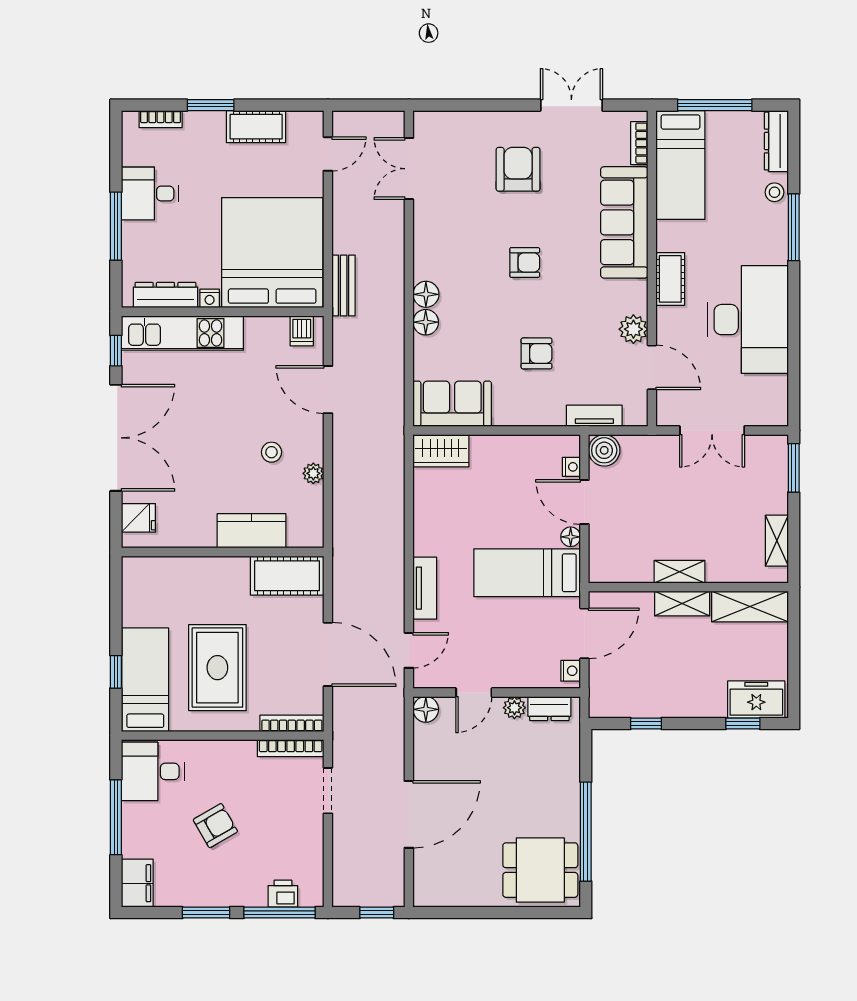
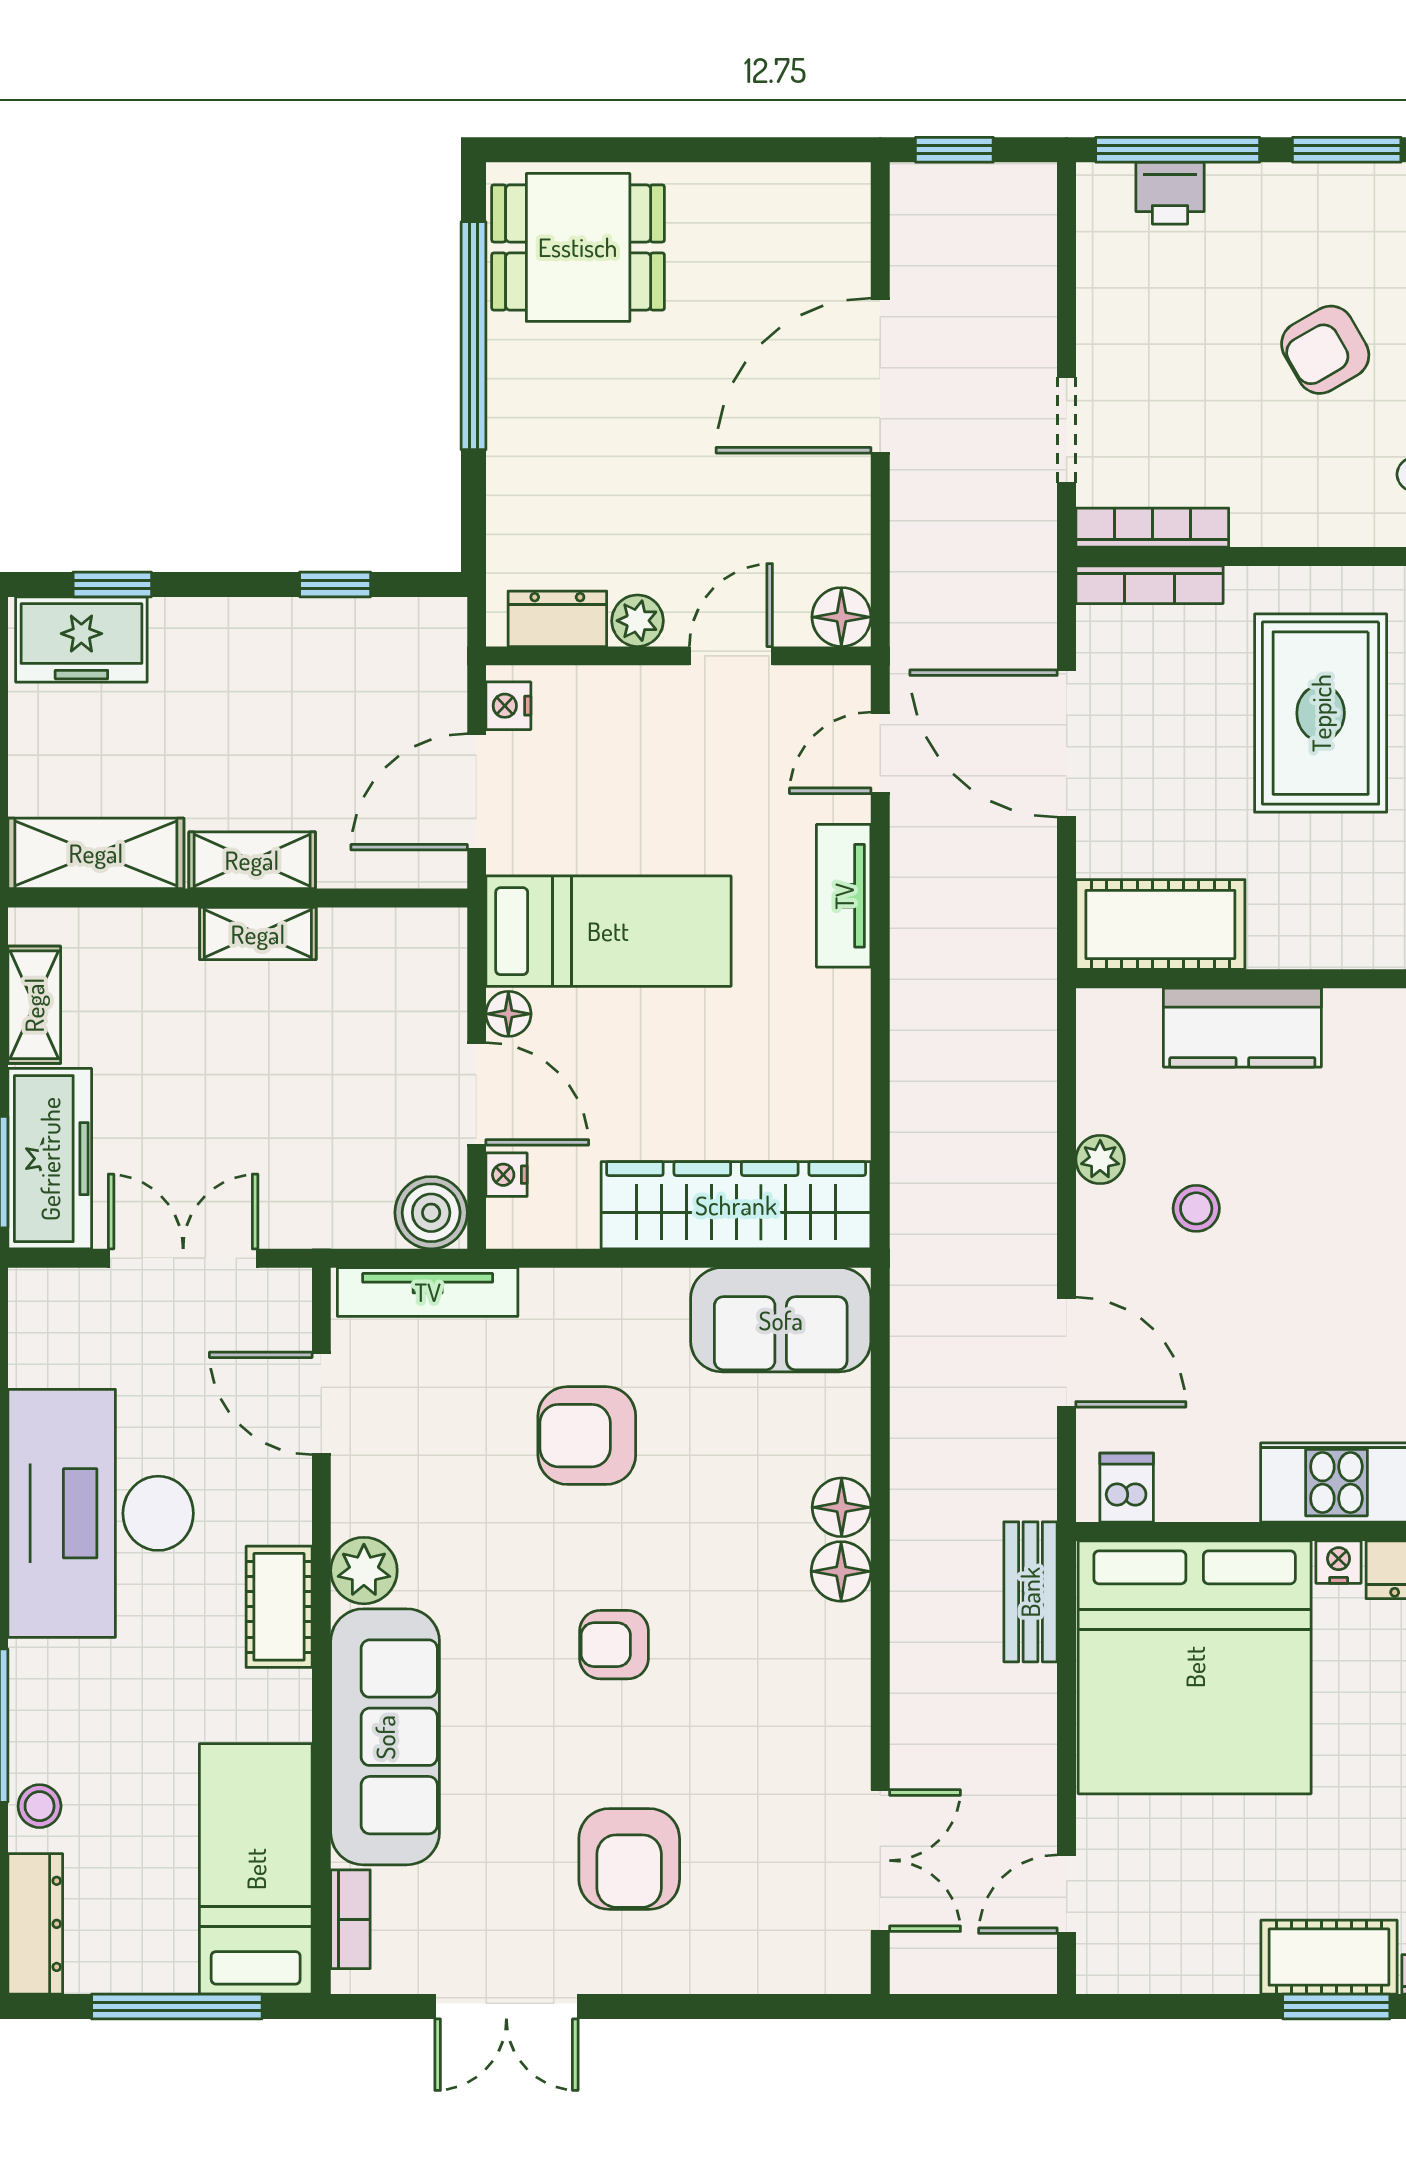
cot: (256, 127) -> (1329, 1957), moved
plant: (633, 329) -> (364, 1571), moved
armchair: (537, 353) -> (587, 1436), width x1.38, depth x1.38
tv unit: (594, 416) -> (428, 1292), width x1.41
wardrobe: (441, 451) -> (736, 1205), width x2.10, depth x1.17
freezer: (770, 474) -> (50, 1159), added

